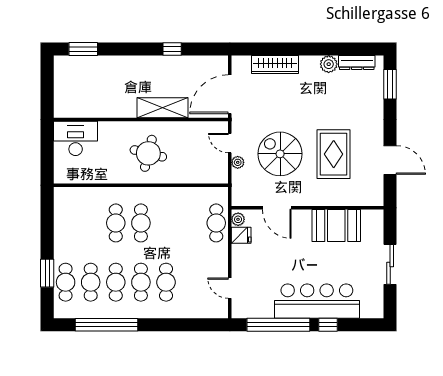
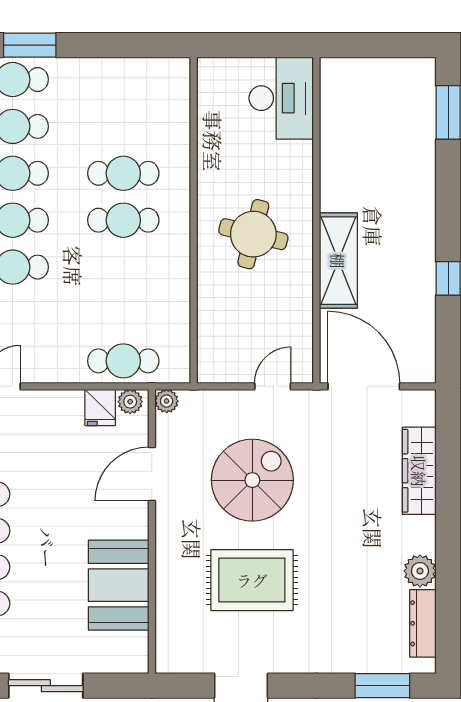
plant: (238, 162) -> (167, 401), moved

